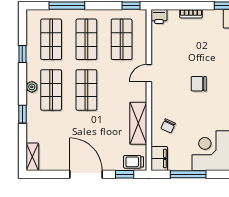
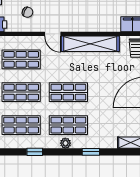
shelving: (138, 123) -> (90, 44), width x1.47
chair: (168, 126) -> (27, 12), moved

